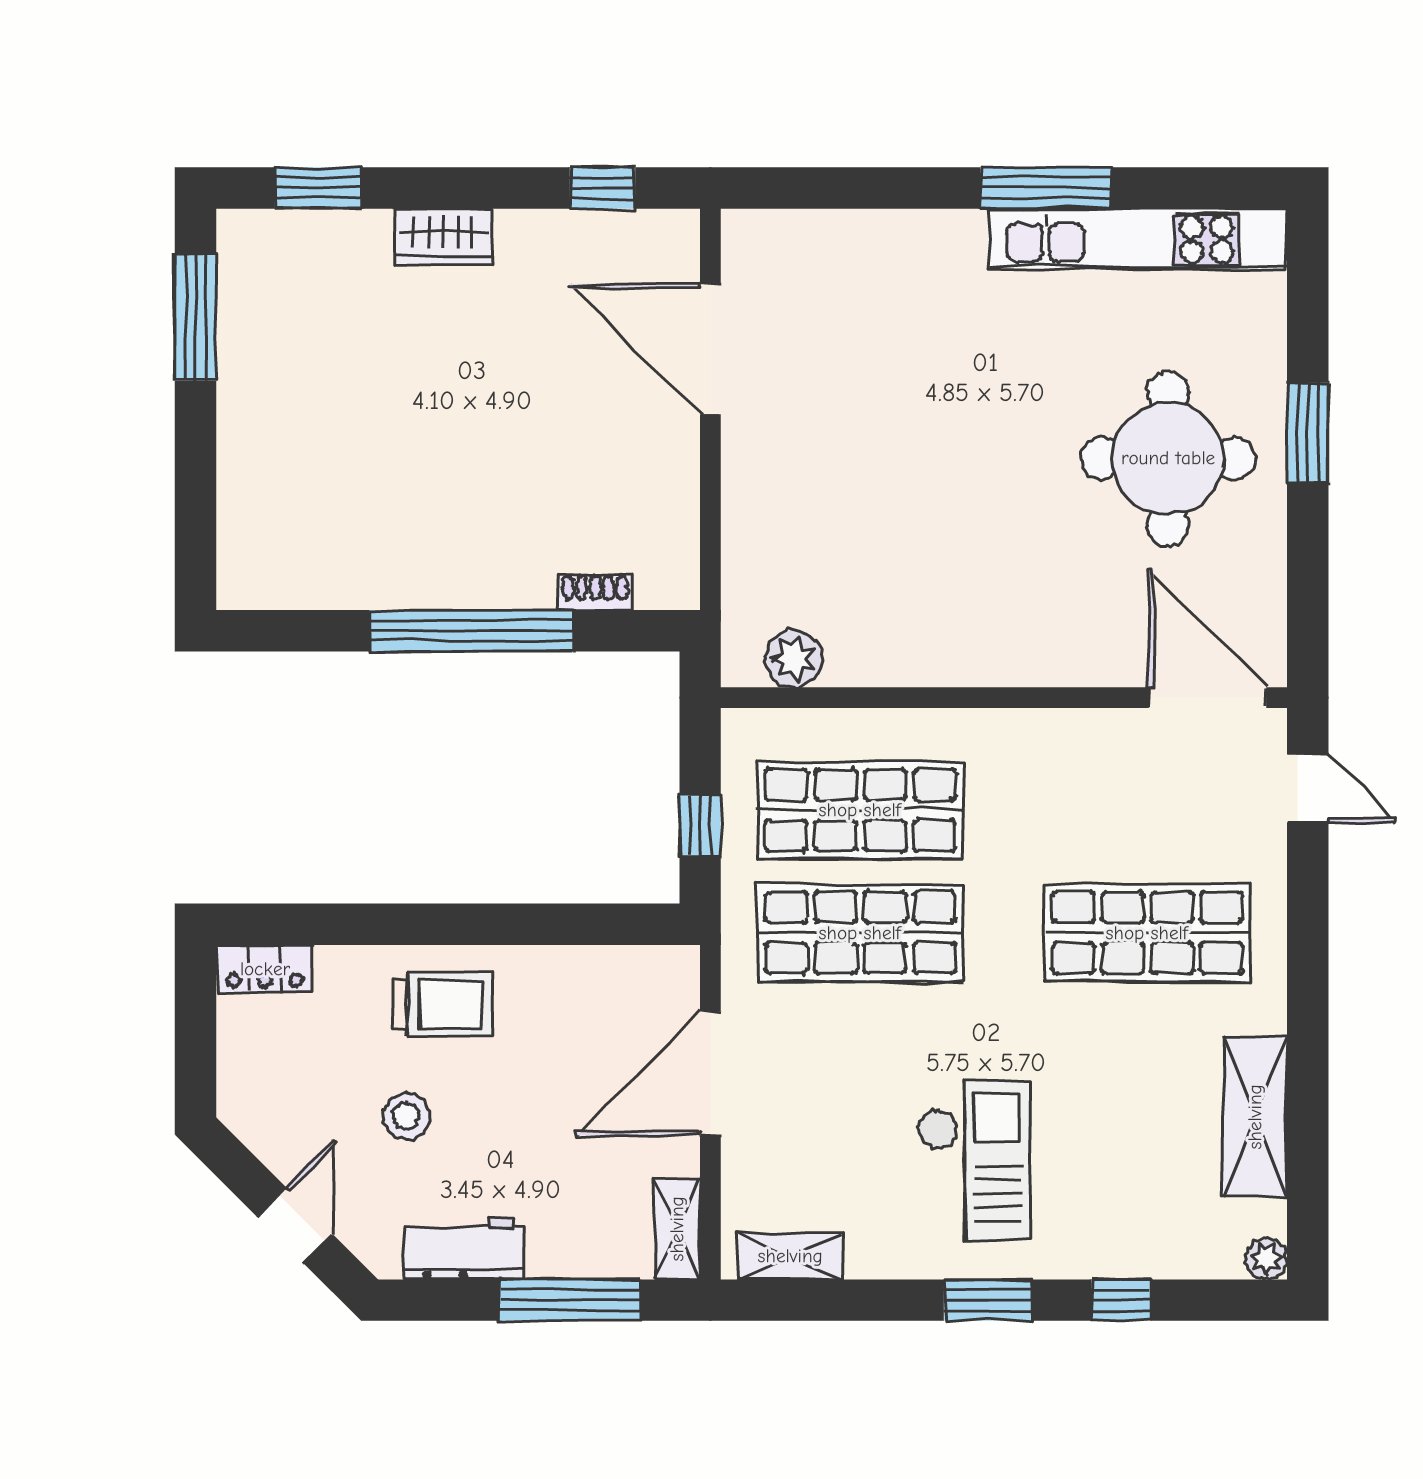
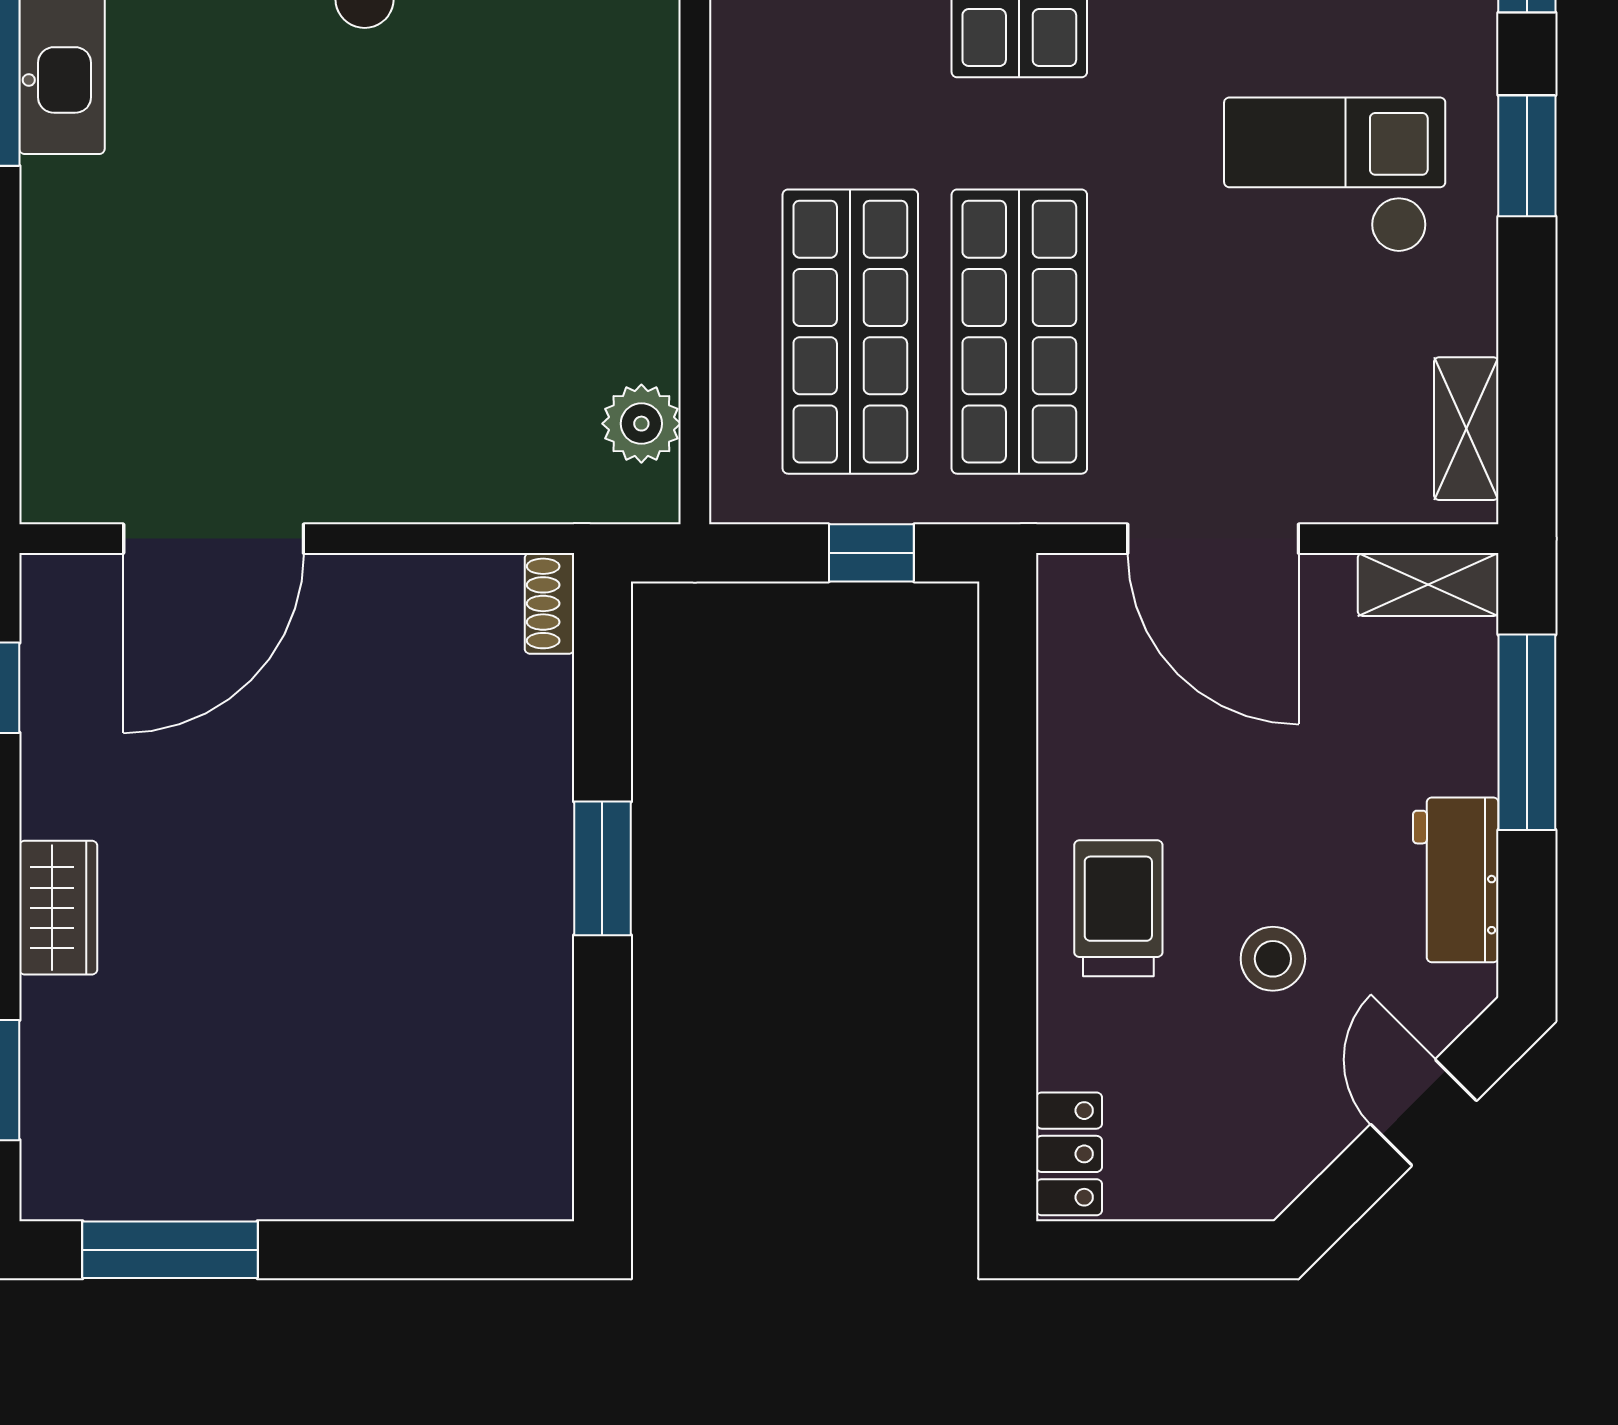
shoe rack: (595, 592) -> (549, 603), moved
window: (472, 631) -> (602, 868), width x0.47
door: (295, 1225) -> (1424, 1112), hinge flipped

